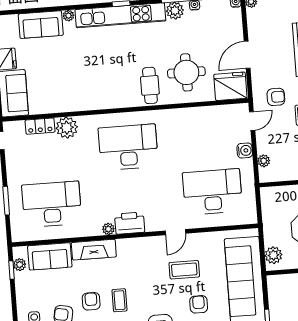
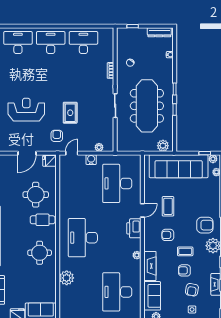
door: (247, 55) -> (27, 153), hinge flipped
round table: (101, 85) -> (40, 253), added
fridge: (230, 86) -> (50, 161), width x0.53, depth x0.75
door: (252, 121) -> (72, 153), hinge flipped
locker: (40, 126) -> (64, 296), removed
printer: (130, 223) -> (134, 228), moved
door: (175, 232) -> (142, 210), hinge flipped
armchair: (199, 304) -> (168, 235), moved

